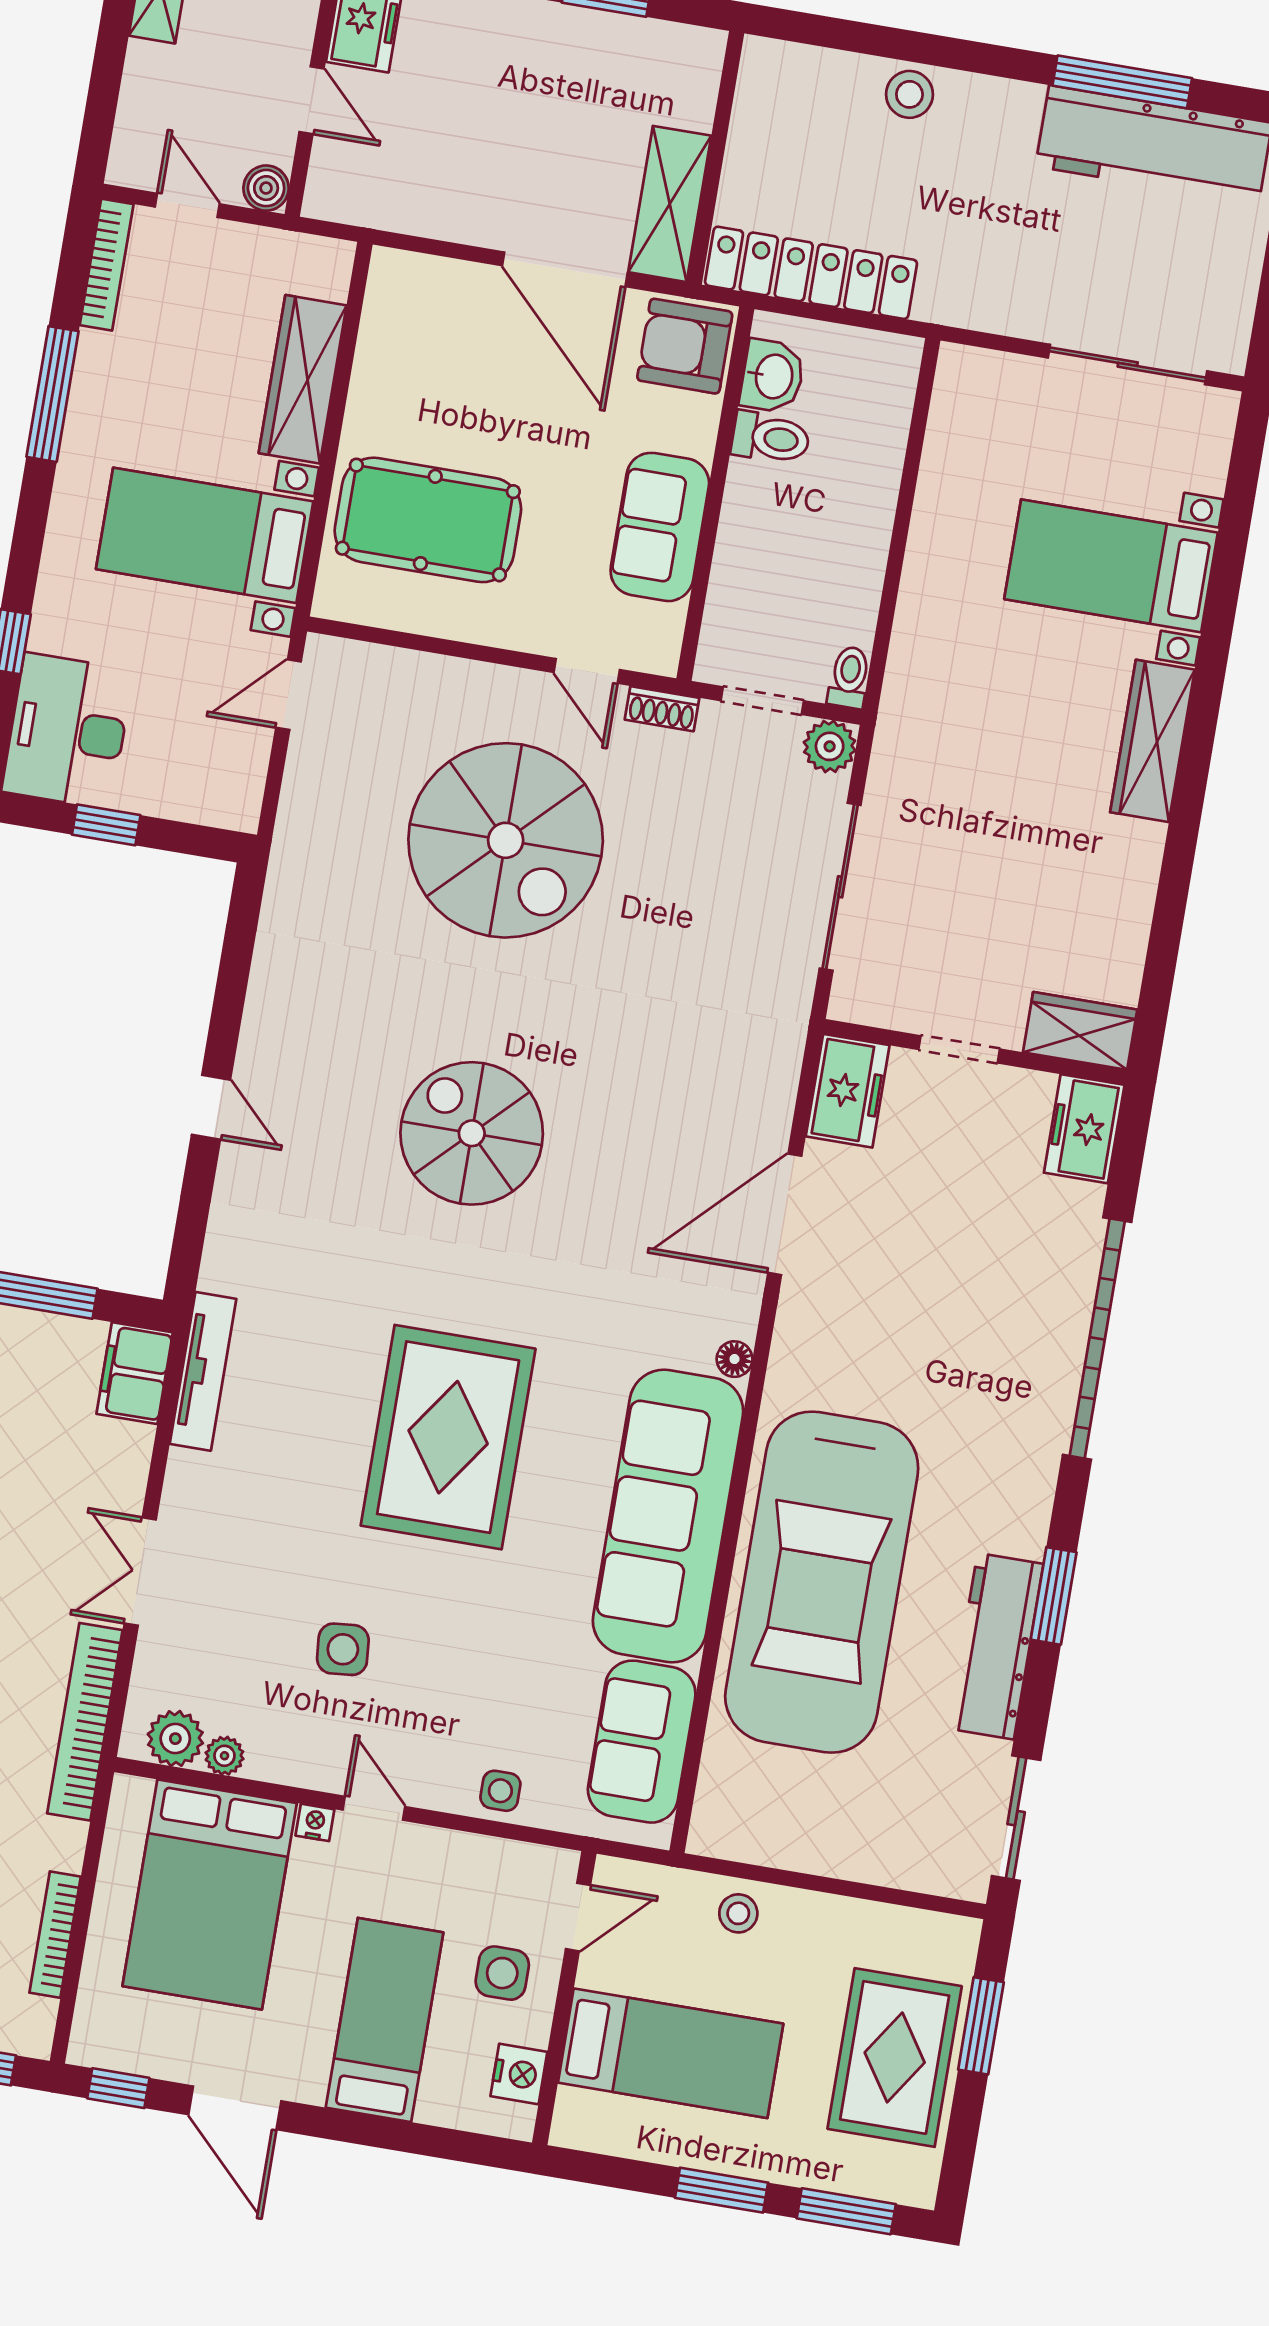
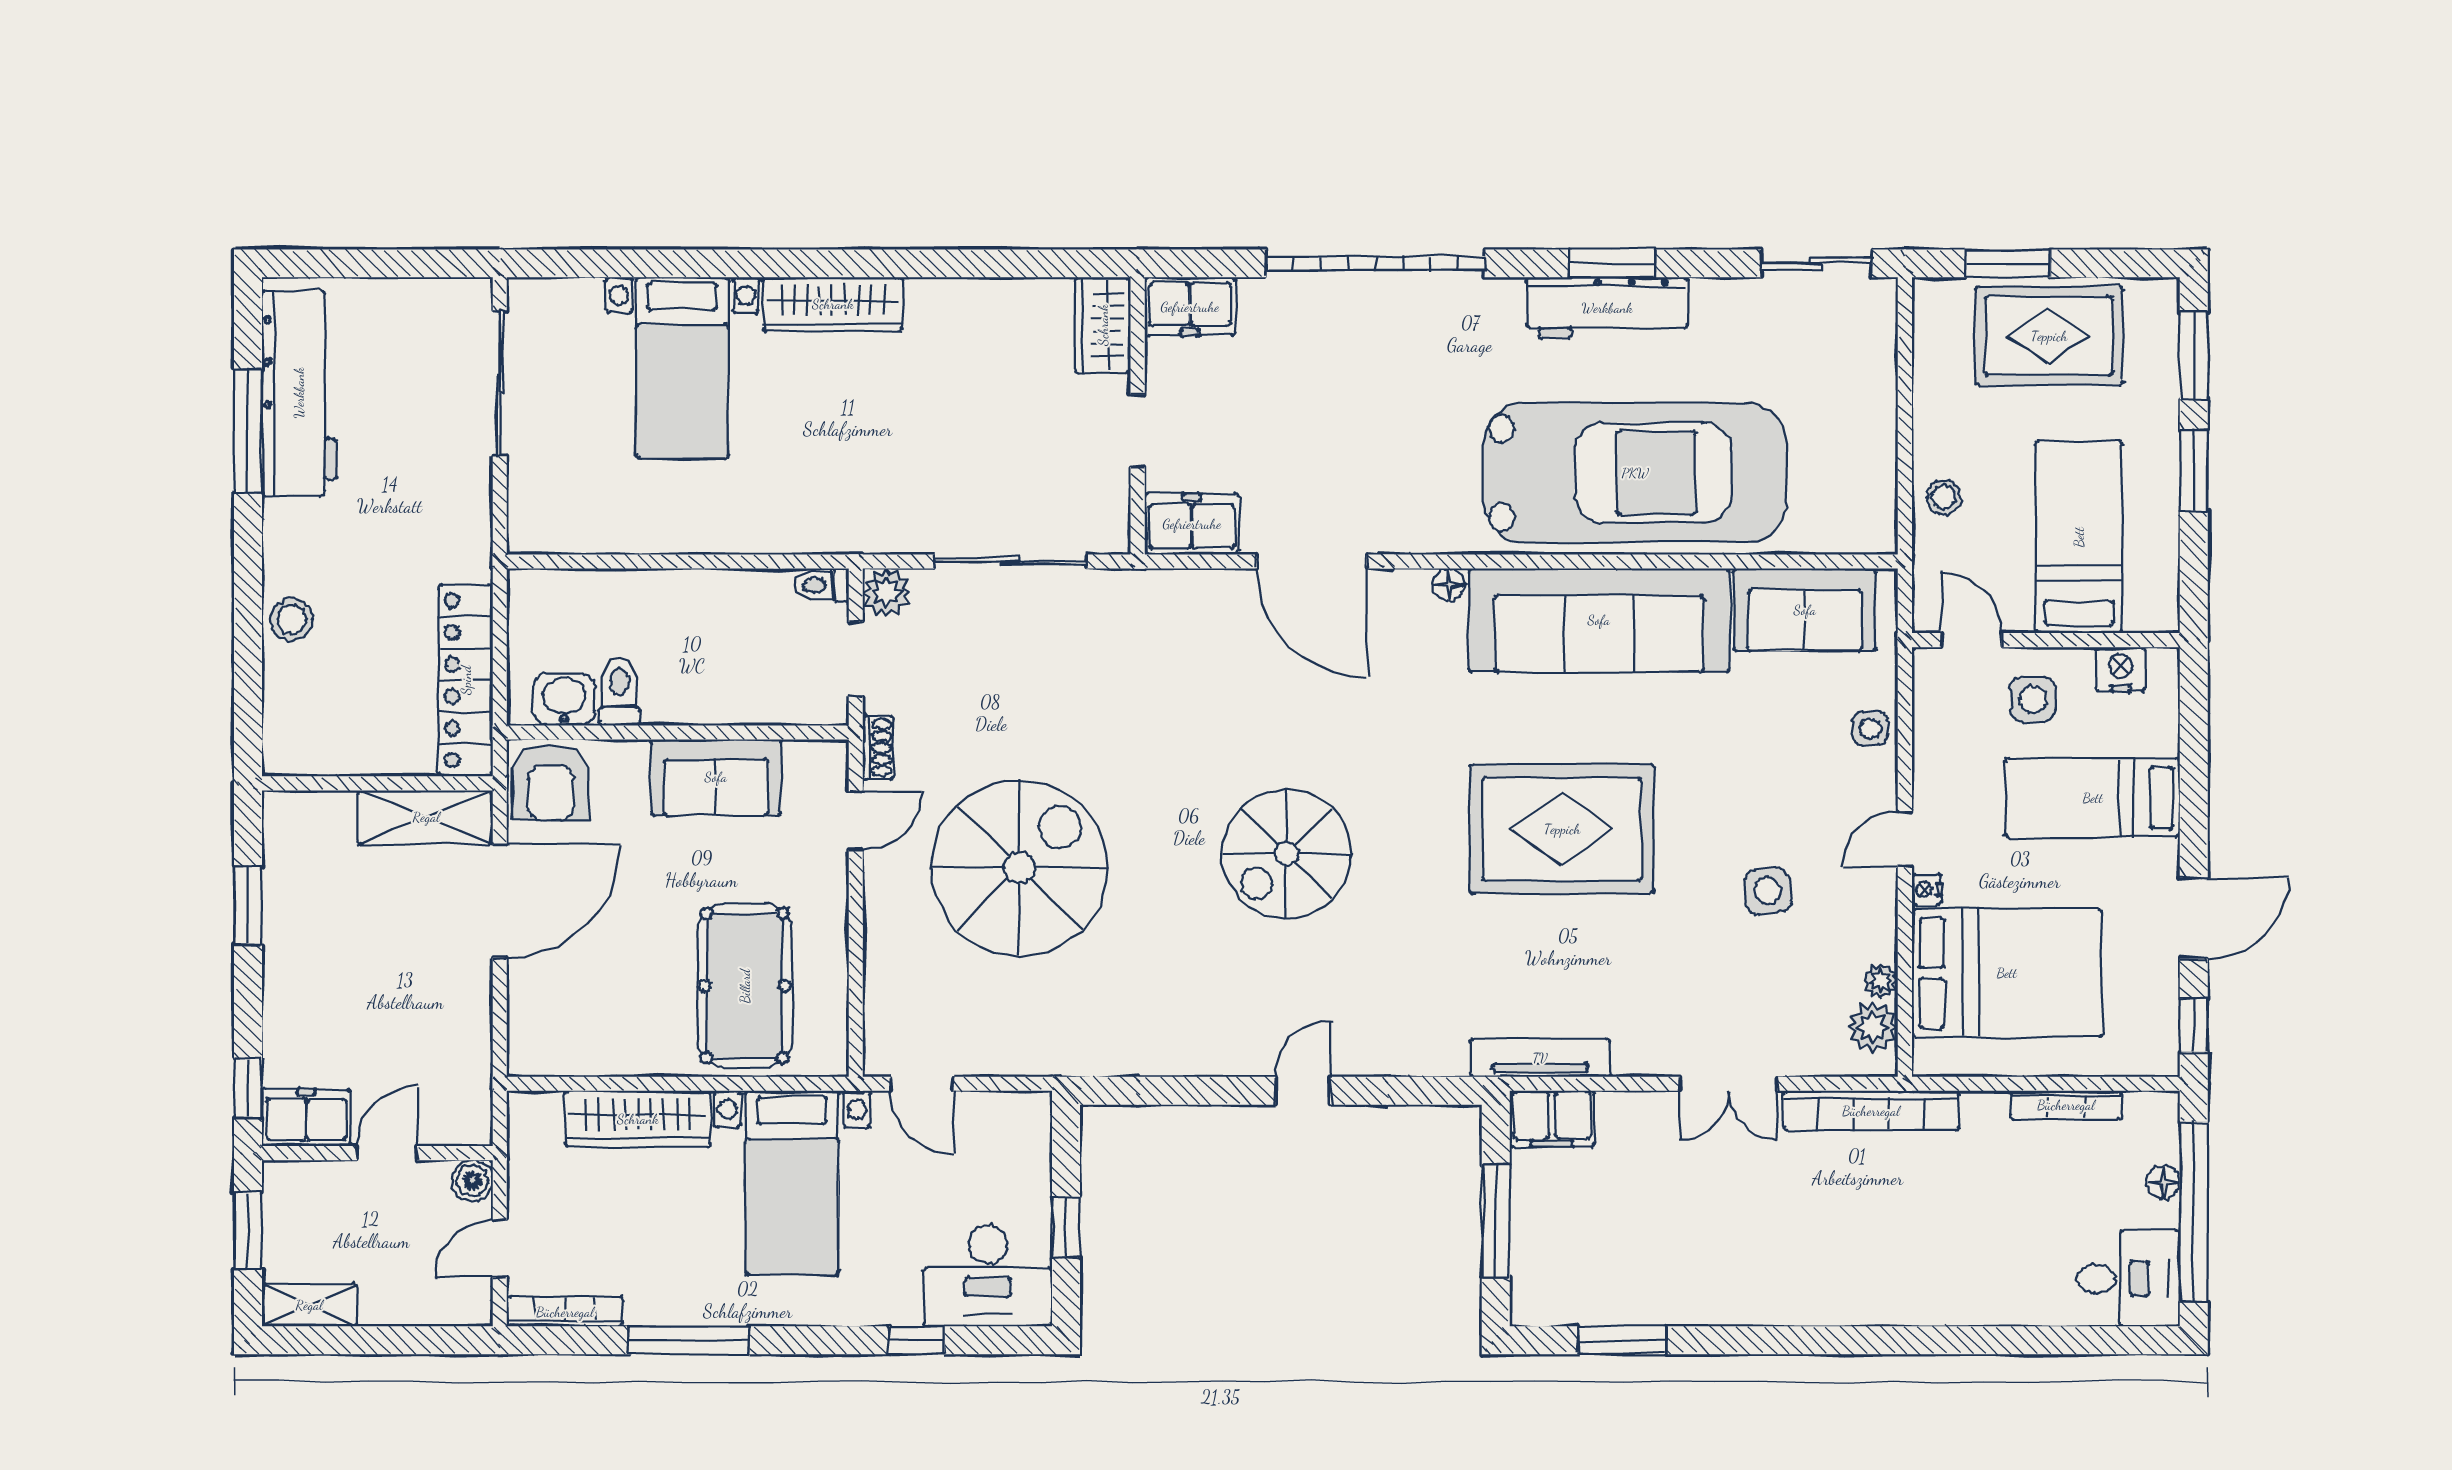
workbench: (996, 1646) -> (1607, 308), moved

